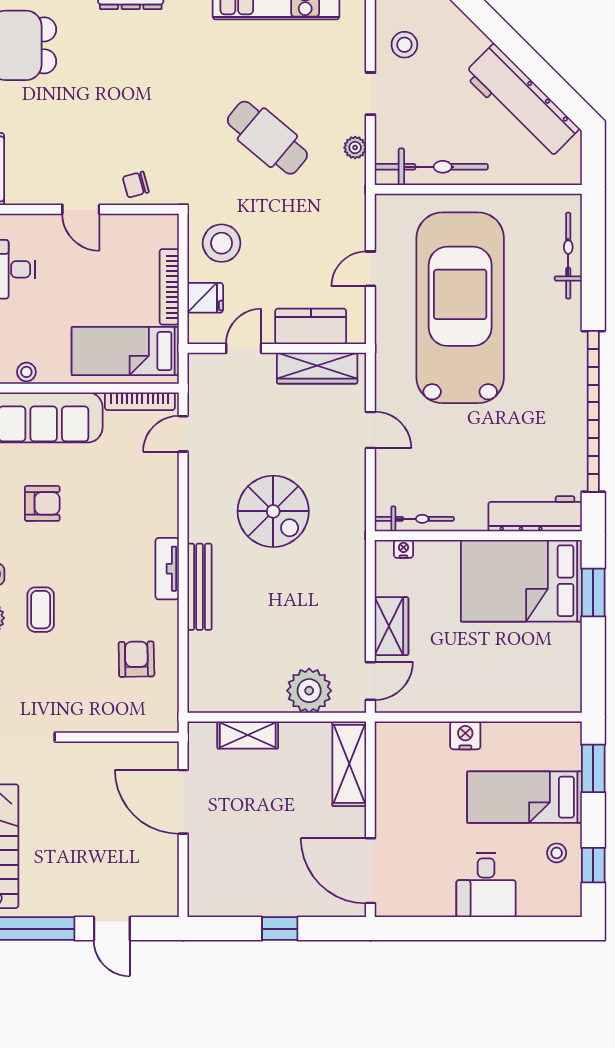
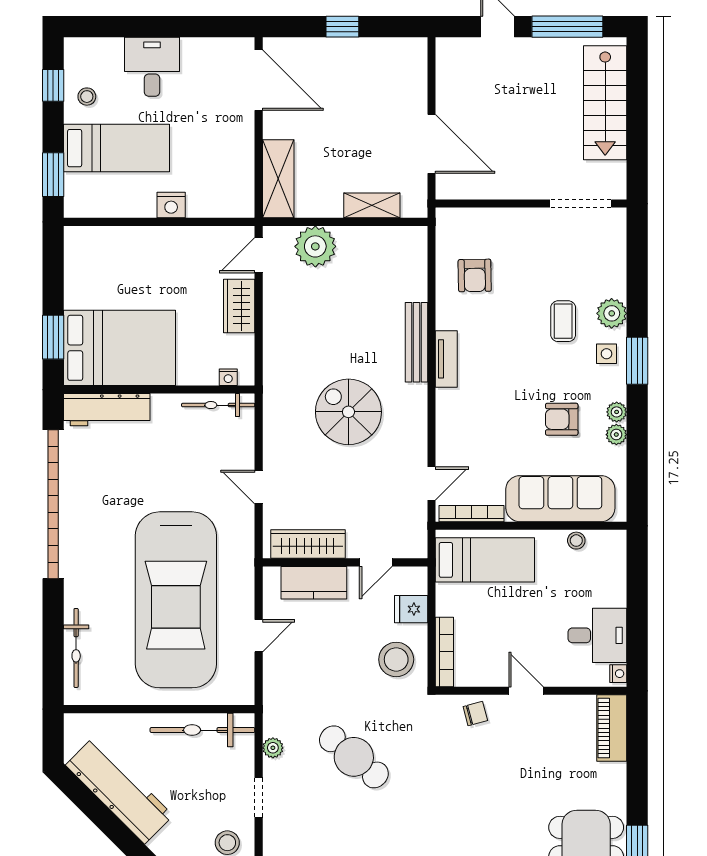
bookcase: (169, 287) -> (444, 652), moved

